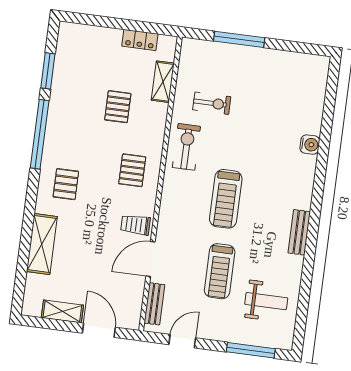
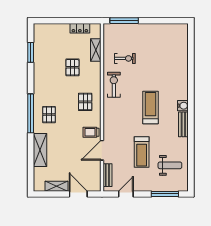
window: (239, 39) -> (124, 21), moved
window: (40, 134) -> (31, 113), moved
water cooler: (310, 145) -> (183, 106), moved
treadmill: (226, 199) -> (151, 107), moved, turned 180

